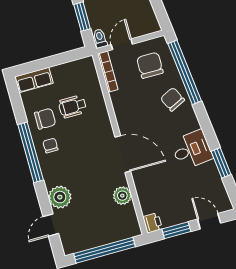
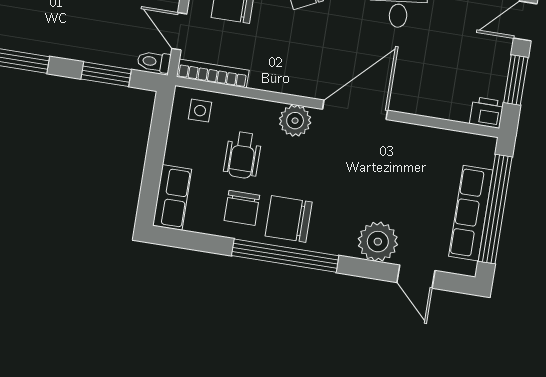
side table: (86, 74) -> (200, 111), added
chair: (45, 119) -> (242, 208), turned 180
chair: (50, 145) -> (289, 219), width x1.87, depth x1.87
plant: (122, 196) -> (295, 121), moved
row of seats: (97, 238) -> (471, 213), added

